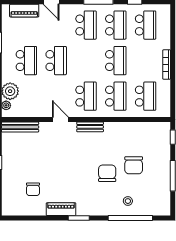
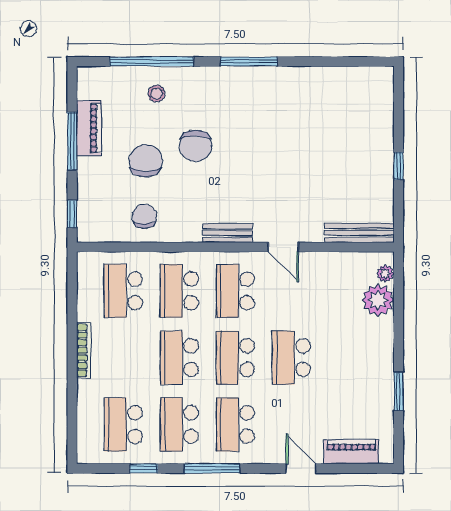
school desk: (26, 61) -> (235, 358), moved
chair: (33, 189) -> (144, 216), moved
piano: (61, 209) -> (89, 128), moved, turned -90
window: (79, 218) -> (249, 61), width x1.44

